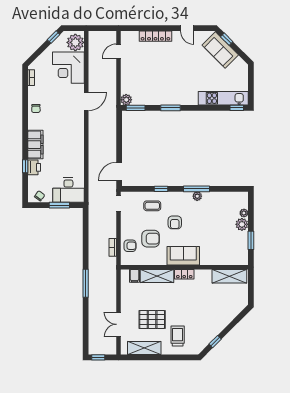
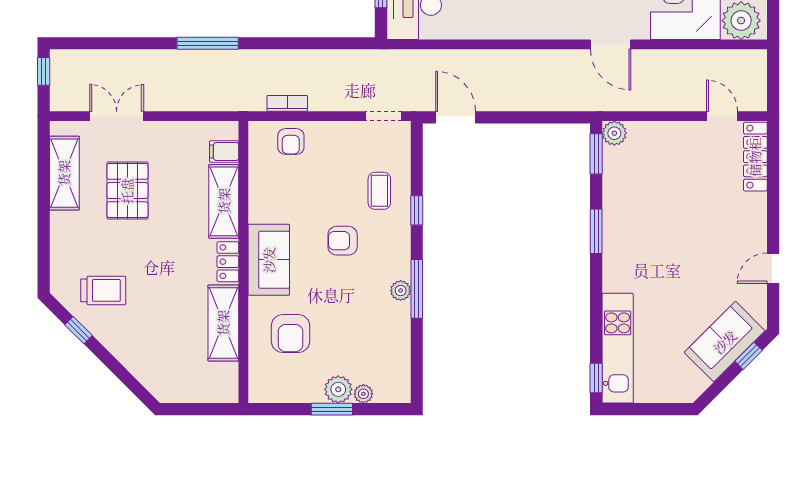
locker: (155, 36) -> (755, 157), moved
armchair: (151, 239) -> (291, 334), moved
window: (251, 240) -> (332, 409), moved
shelving: (229, 276) -> (223, 323), moved
trolley: (178, 336) -> (103, 290), moved

